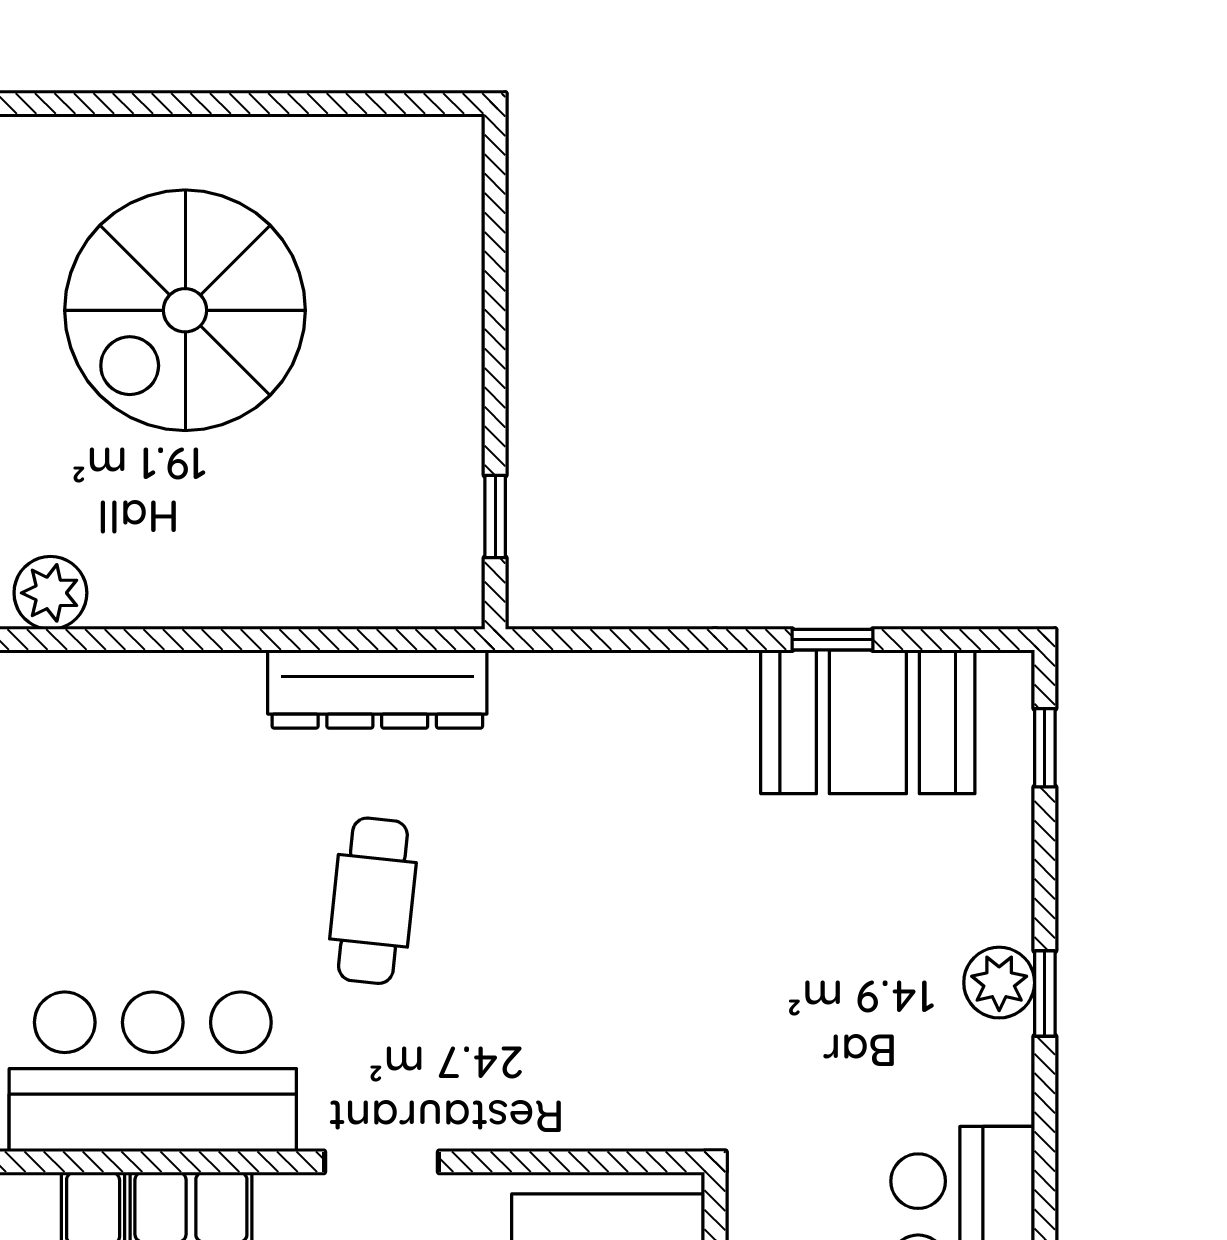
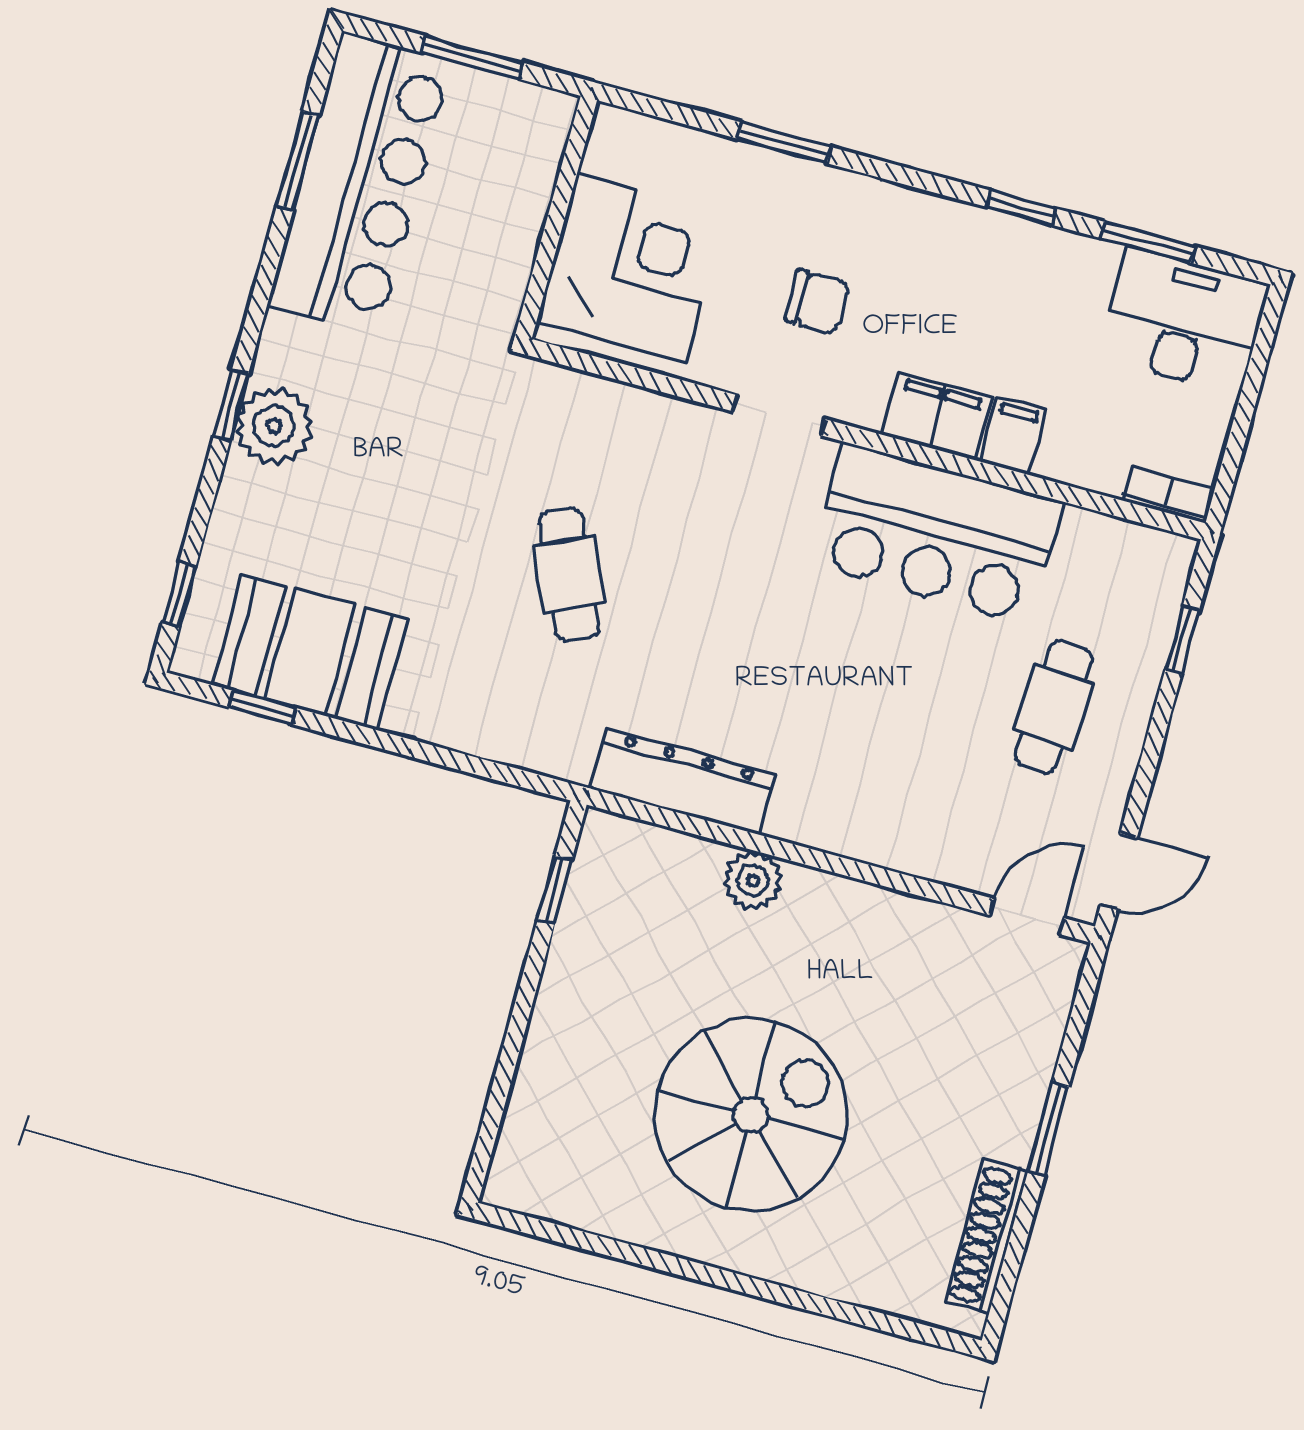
plant: (50, 593) -> (753, 881), moved
window: (832, 640) -> (262, 707), moved
cafe table: (373, 901) -> (569, 575), moved, turned -30
plant: (999, 983) -> (274, 426), width x1.36, depth x1.36

